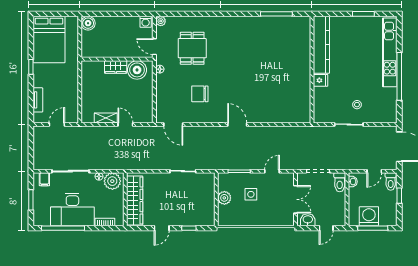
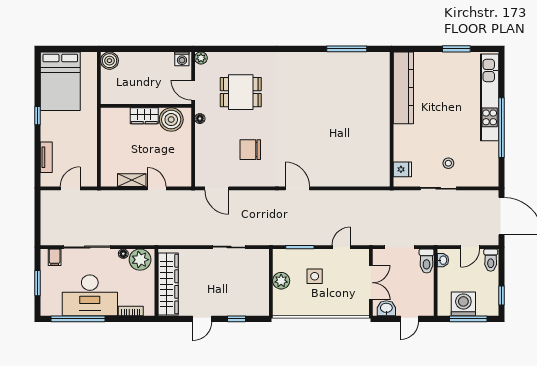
dining table: (192, 48) -> (241, 92), turned 90
fridge: (320, 80) -> (402, 169), moved
window: (399, 196) -> (502, 296), moved

